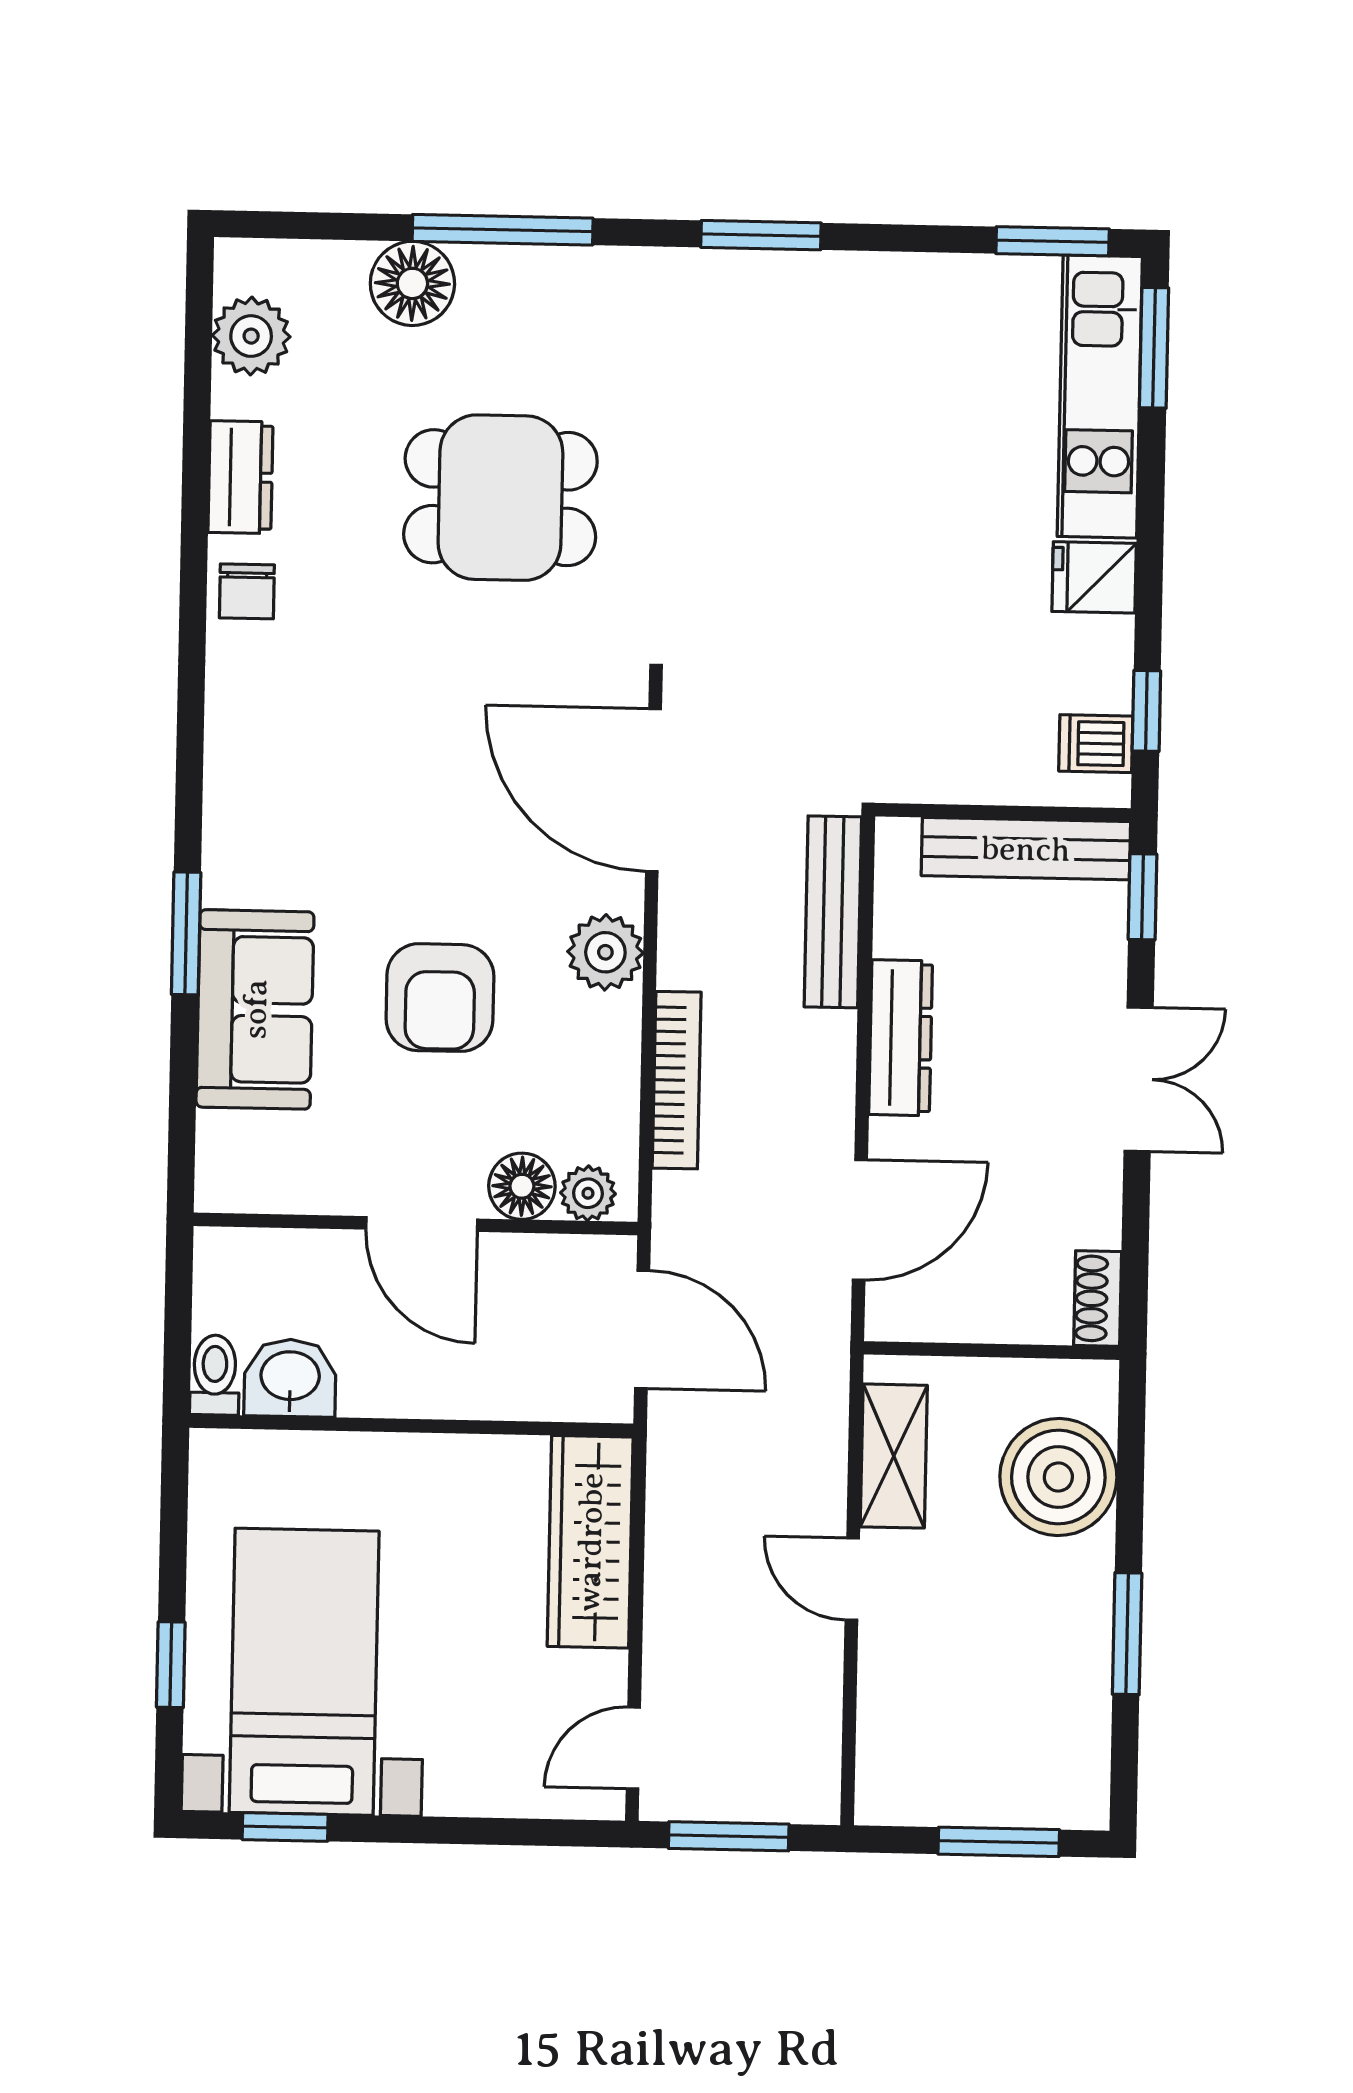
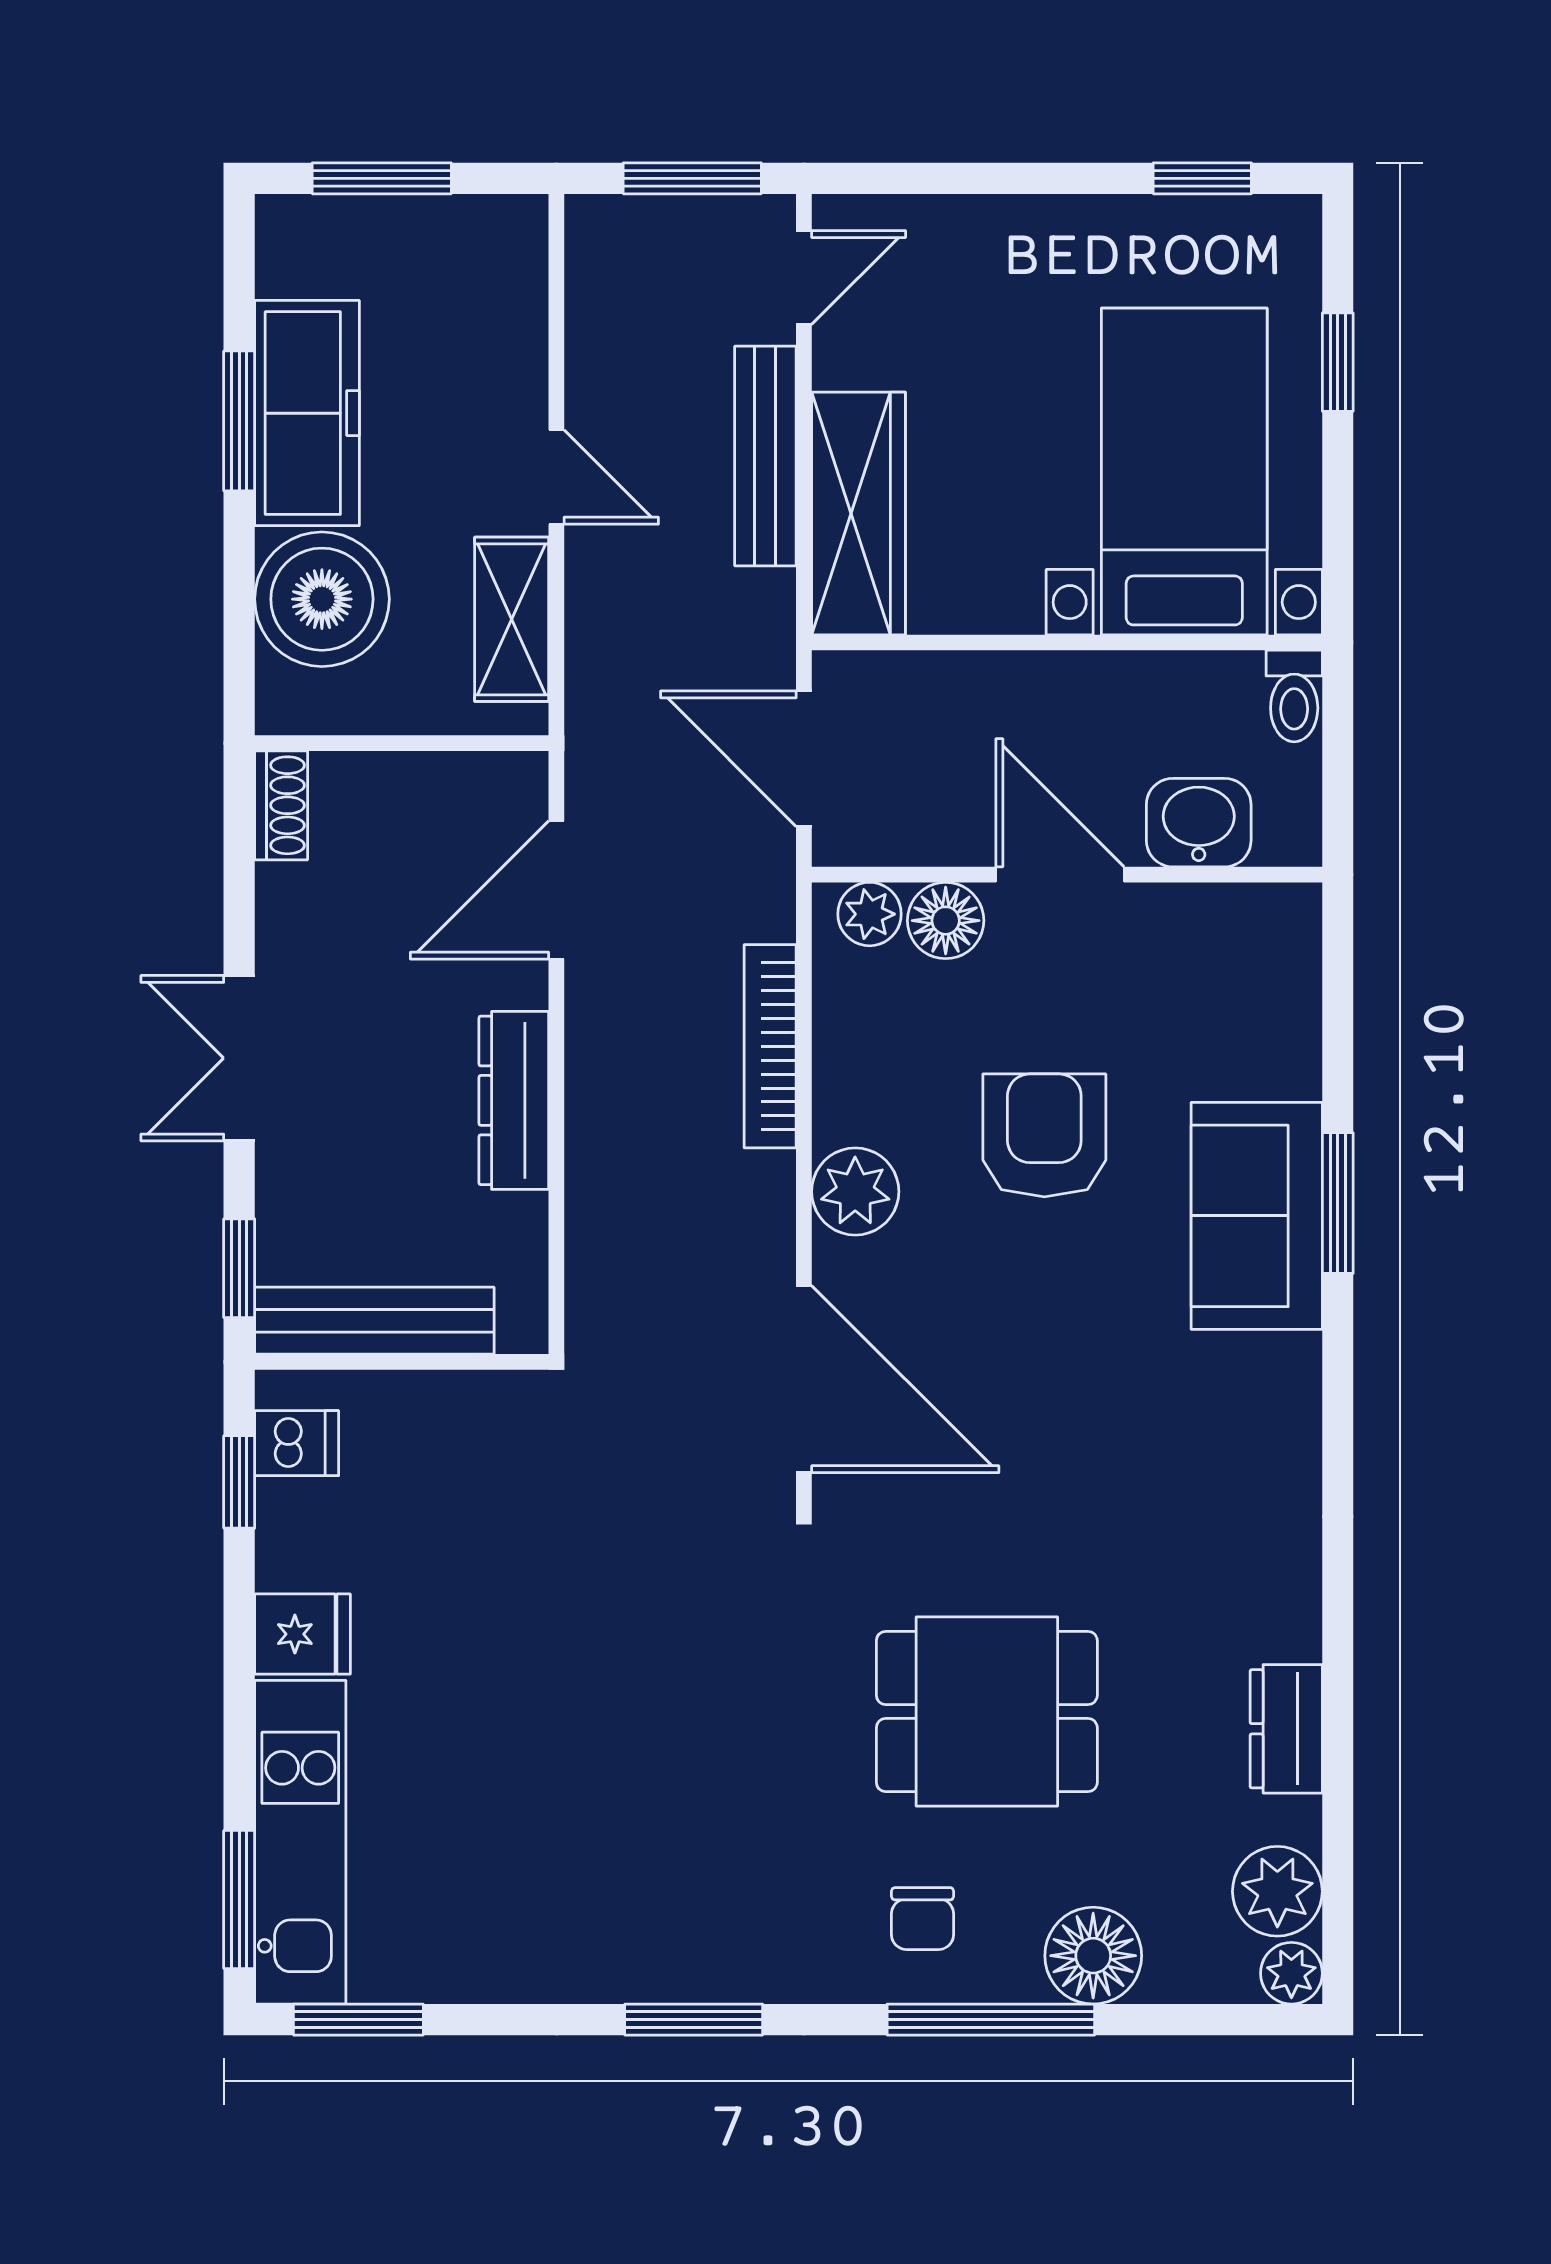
plant: (240, 265) -> (1291, 1973), added
chair: (247, 591) -> (923, 1919), moved, turned 180
bench: (833, 912) -> (765, 456), moved
sofa: (255, 1009) -> (1257, 1216), moved
washbasin: (290, 1378) -> (1199, 823), moved, turned 180
freezer: (1068, 1639) -> (307, 413), added
bed with nightstands: (304, 1672) -> (1184, 471), moved, turned 180

